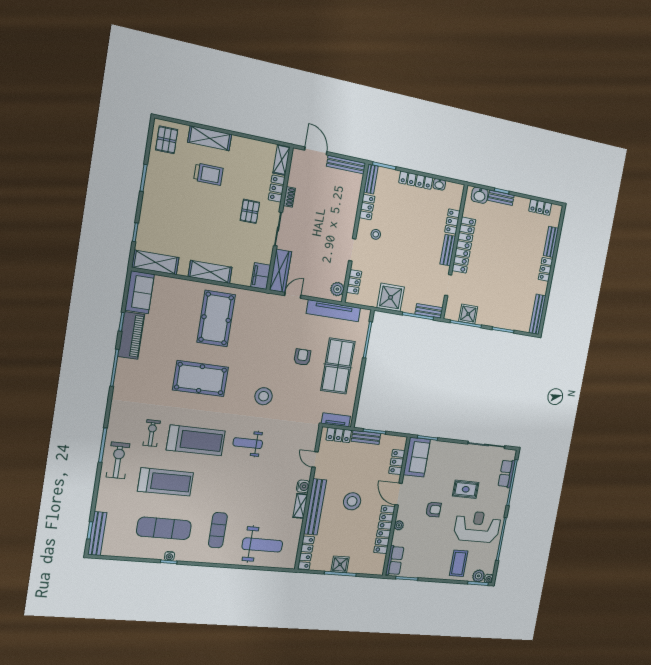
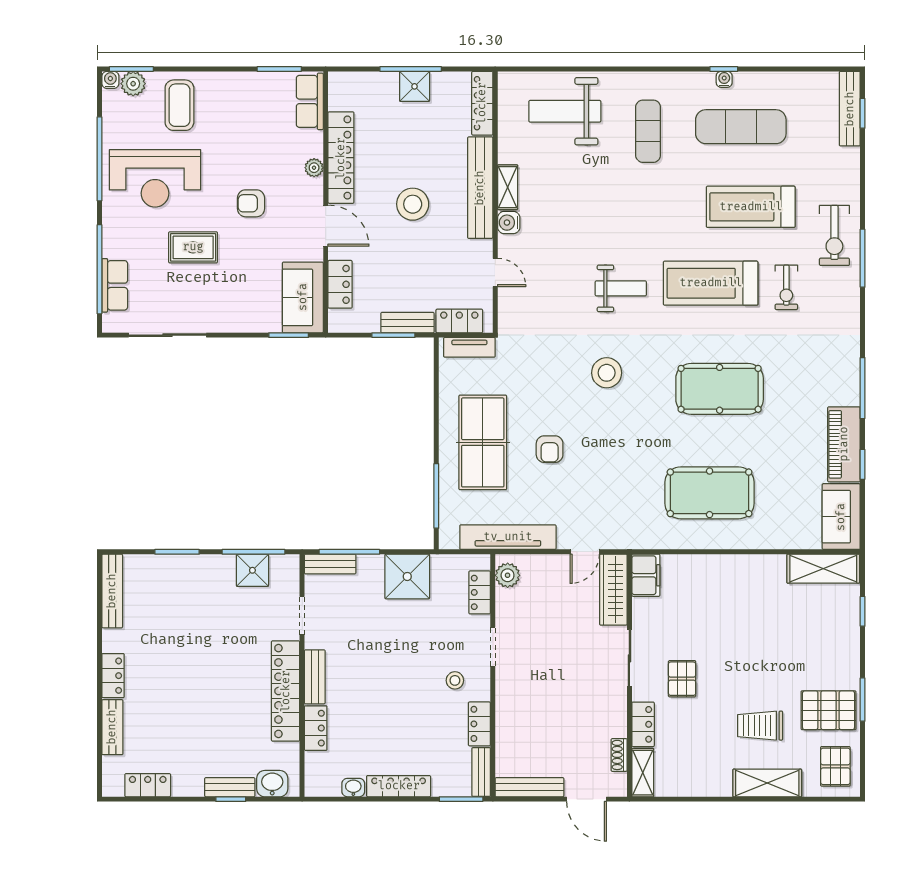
pallet: (166, 175) -> (829, 710), added
shoe rack: (289, 197) -> (619, 755), moved
shelving: (210, 272) -> (732, 568), removed
pool table: (216, 319) -> (710, 493), turned 90

